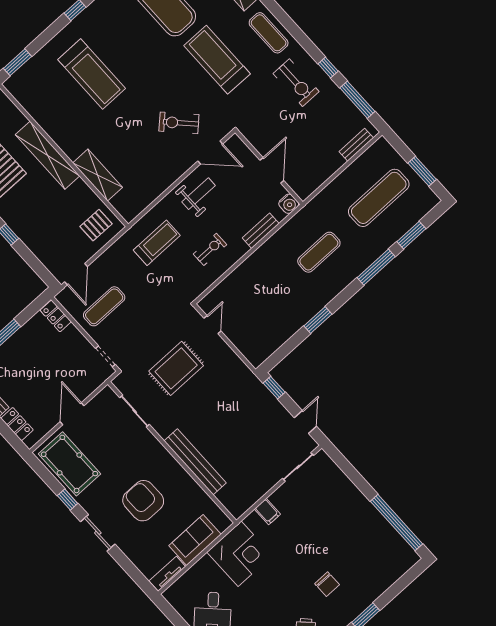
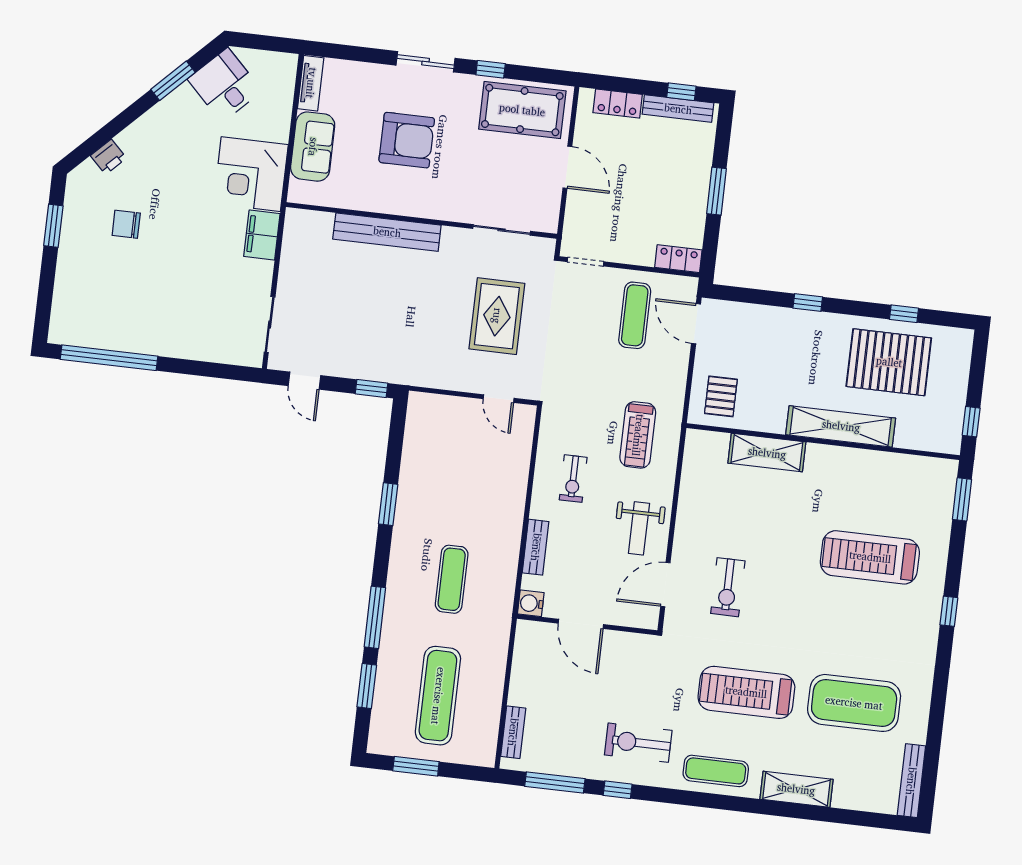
treadmill: (217, 60) -> (746, 692), turned 180
exercise bike: (179, 123) -> (728, 587), turned 134
filing cabinet: (267, 512) -> (262, 235), width x2.00

